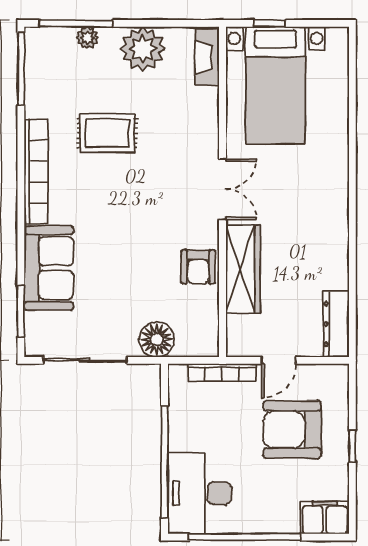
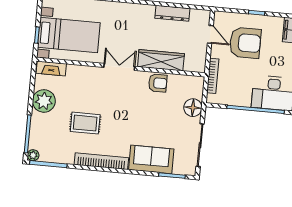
plant: (87, 38) -> (33, 155), moved
rug: (107, 133) -> (85, 123), turned 90
dresser: (336, 324) -> (172, 13), moved
door: (279, 360) -> (210, 34), moved
armchair: (292, 430) -> (245, 43), turned -90

